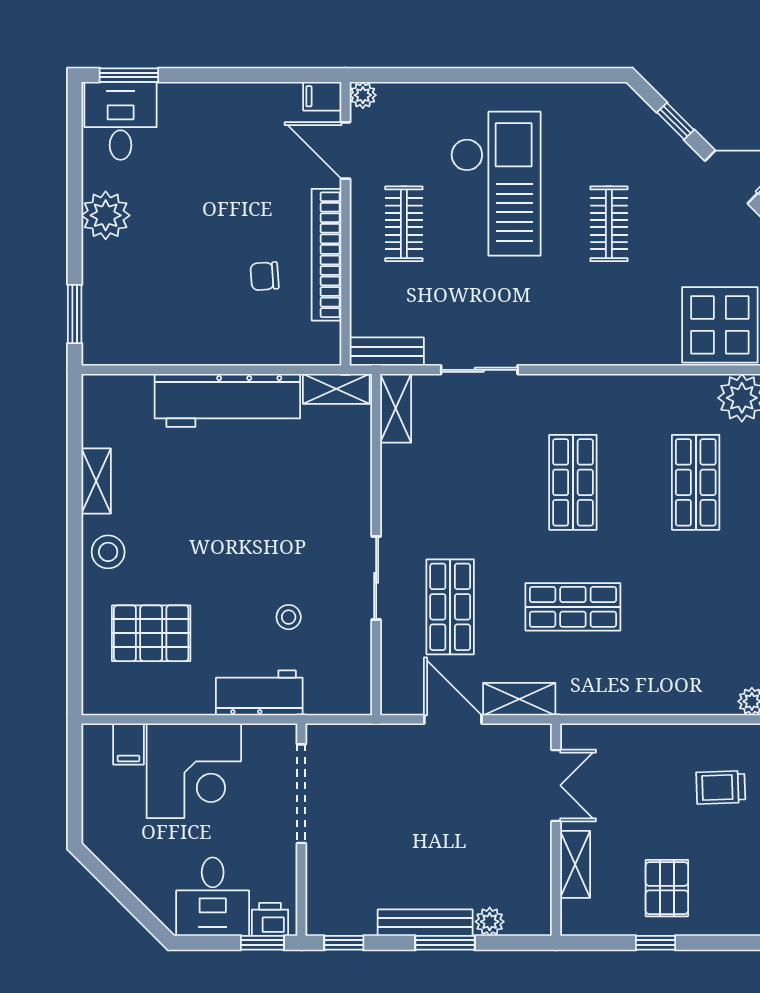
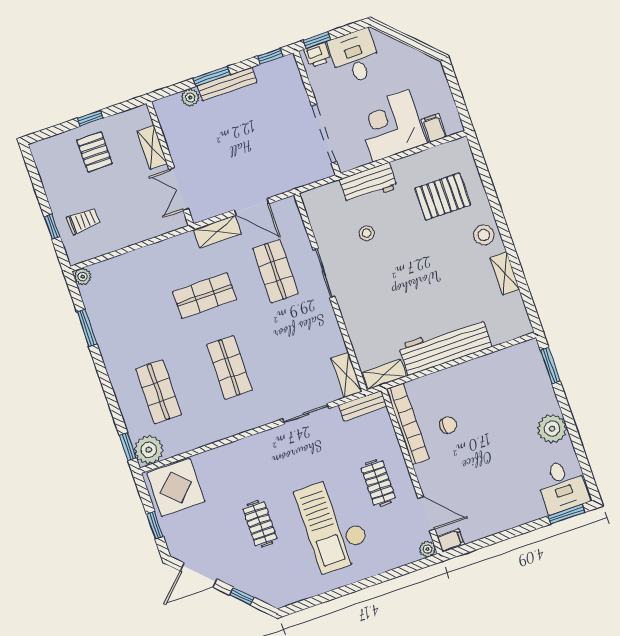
bookcase: (327, 255) -> (408, 424), moved

